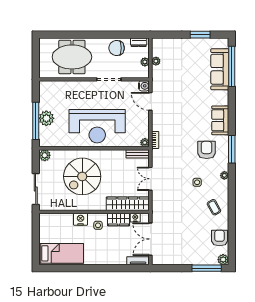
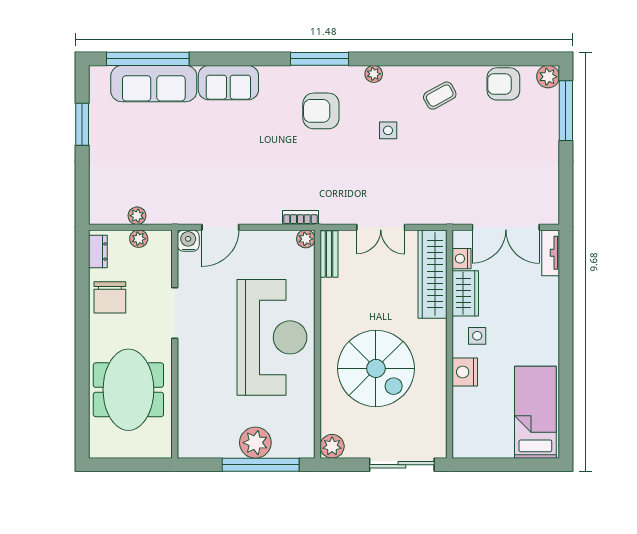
sofa: (220, 120) -> (228, 83), moved

